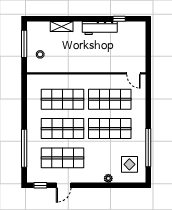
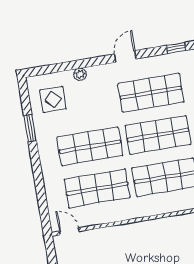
window: (148, 148) -> (30, 128), width x0.47
door: (64, 185) -> (125, 56), moved

